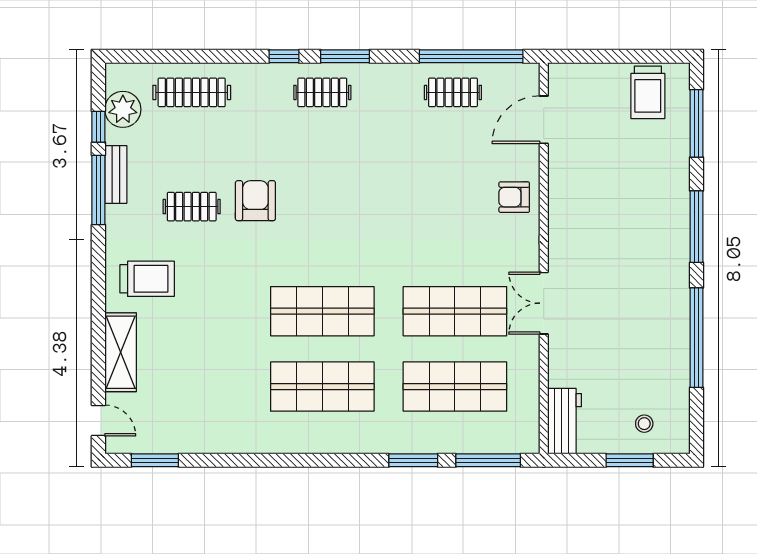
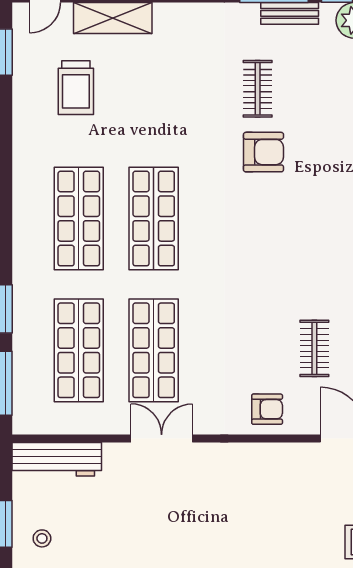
clothes rail: (453, 149) -> (314, 348), added
armchair: (514, 197) -> (267, 409), turned 90
trolley: (147, 279) -> (76, 88), moved
workbench: (565, 421) -> (57, 459), width x1.38

